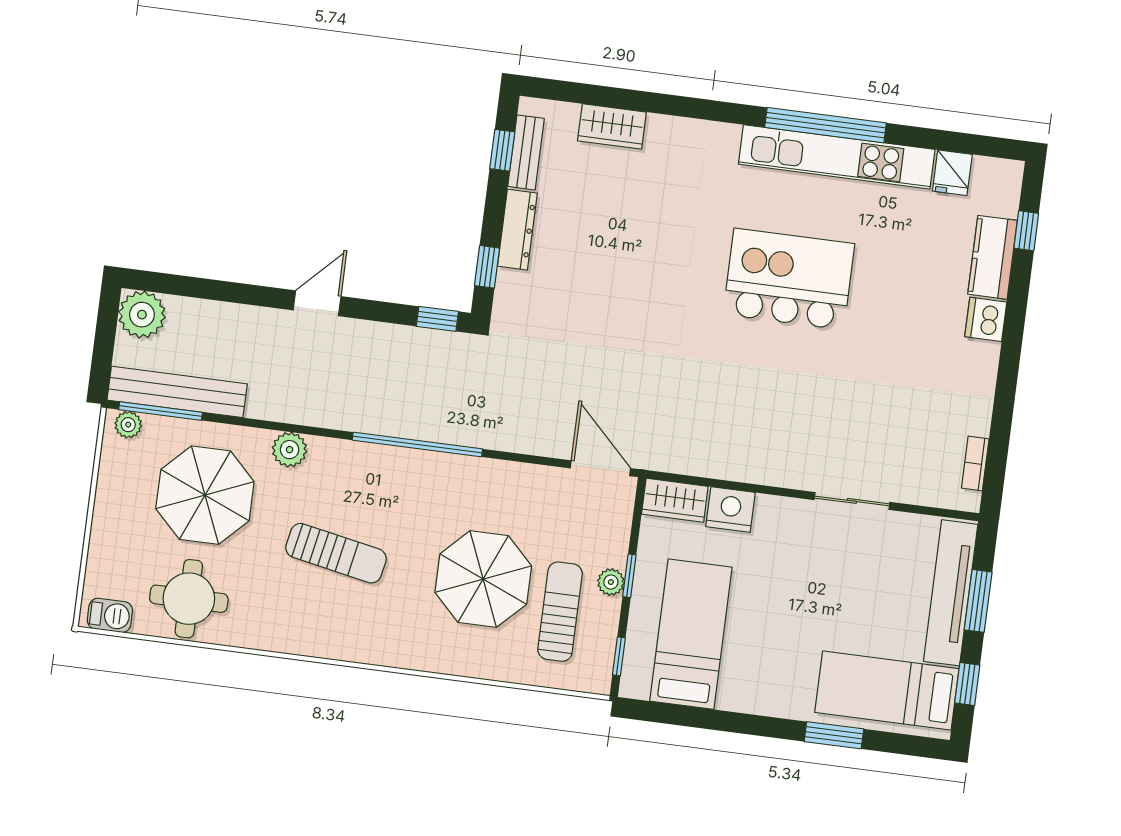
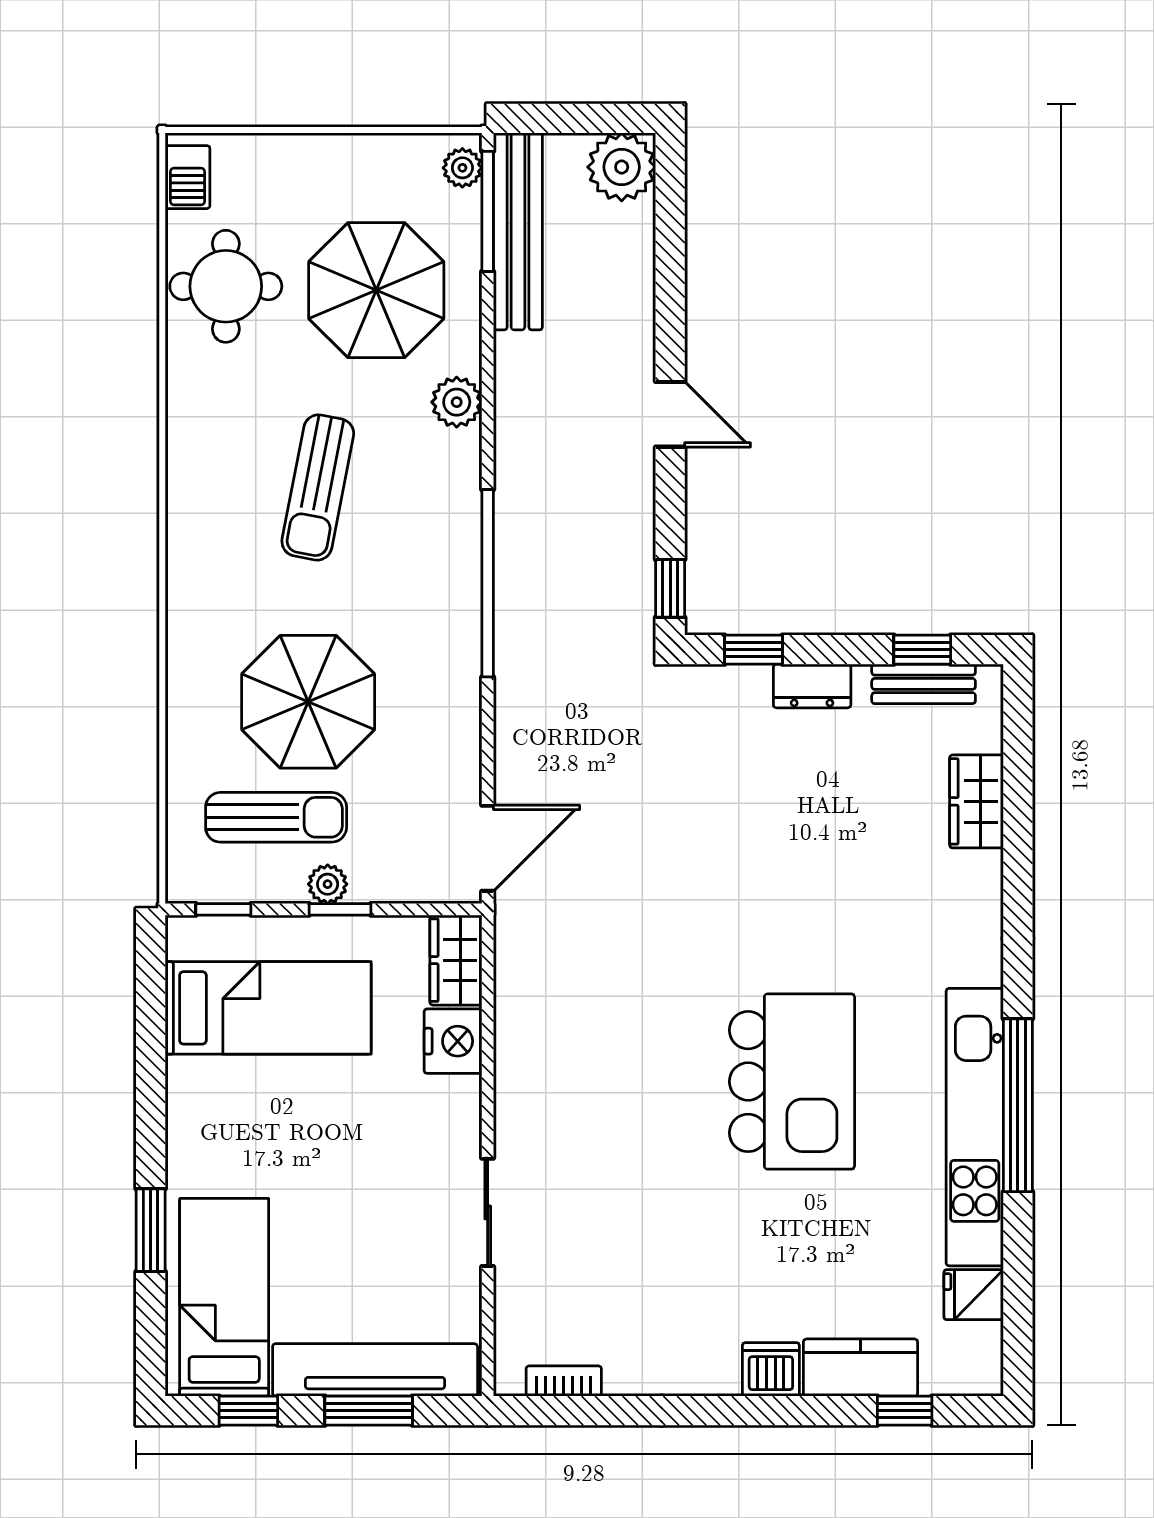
dresser: (517, 230) -> (812, 686), width x0.70

